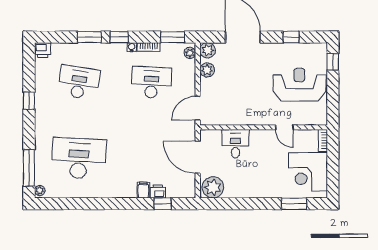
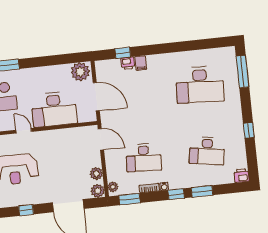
door: (198, 108) -> (101, 139), hinge flipped
desk: (235, 144) -> (54, 109), width x1.87, depth x1.30
plant: (40, 191) -> (231, 53), removed

